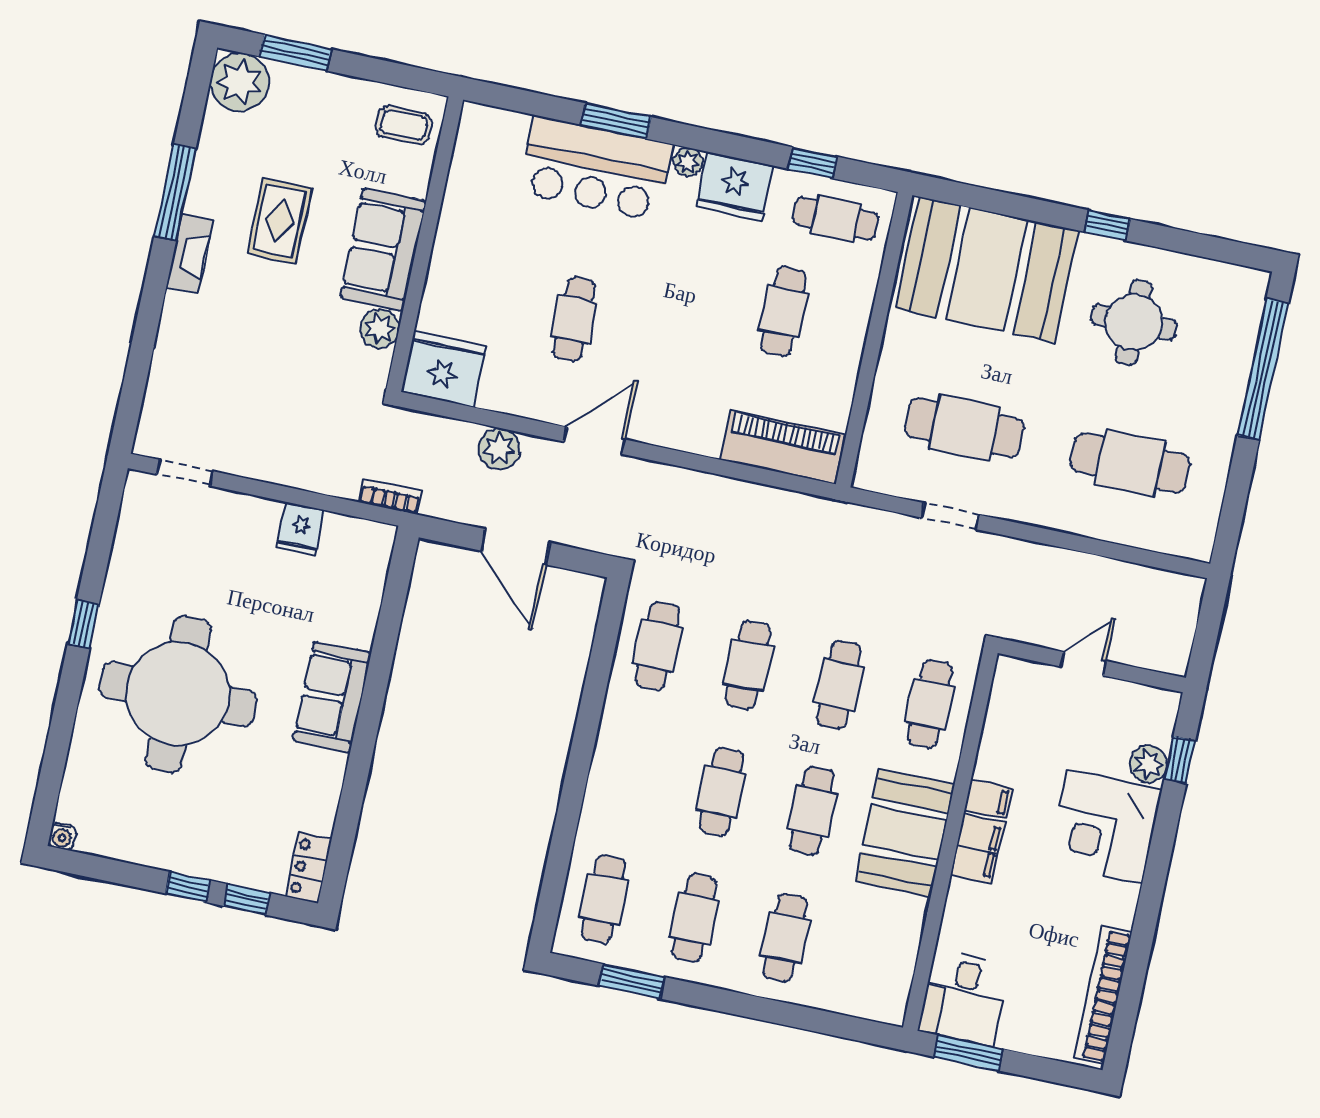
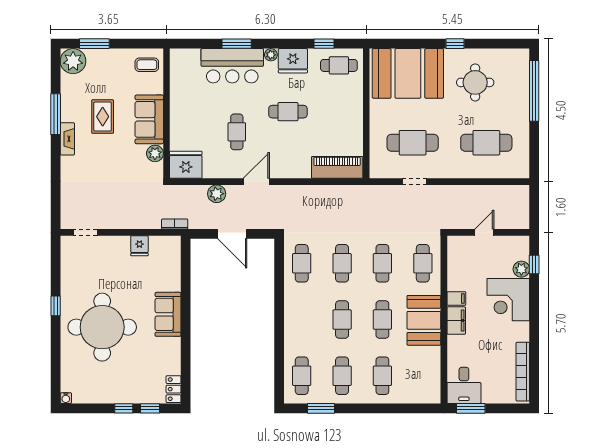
cafe table: (783, 312) -> (288, 112), moved, turned 90

